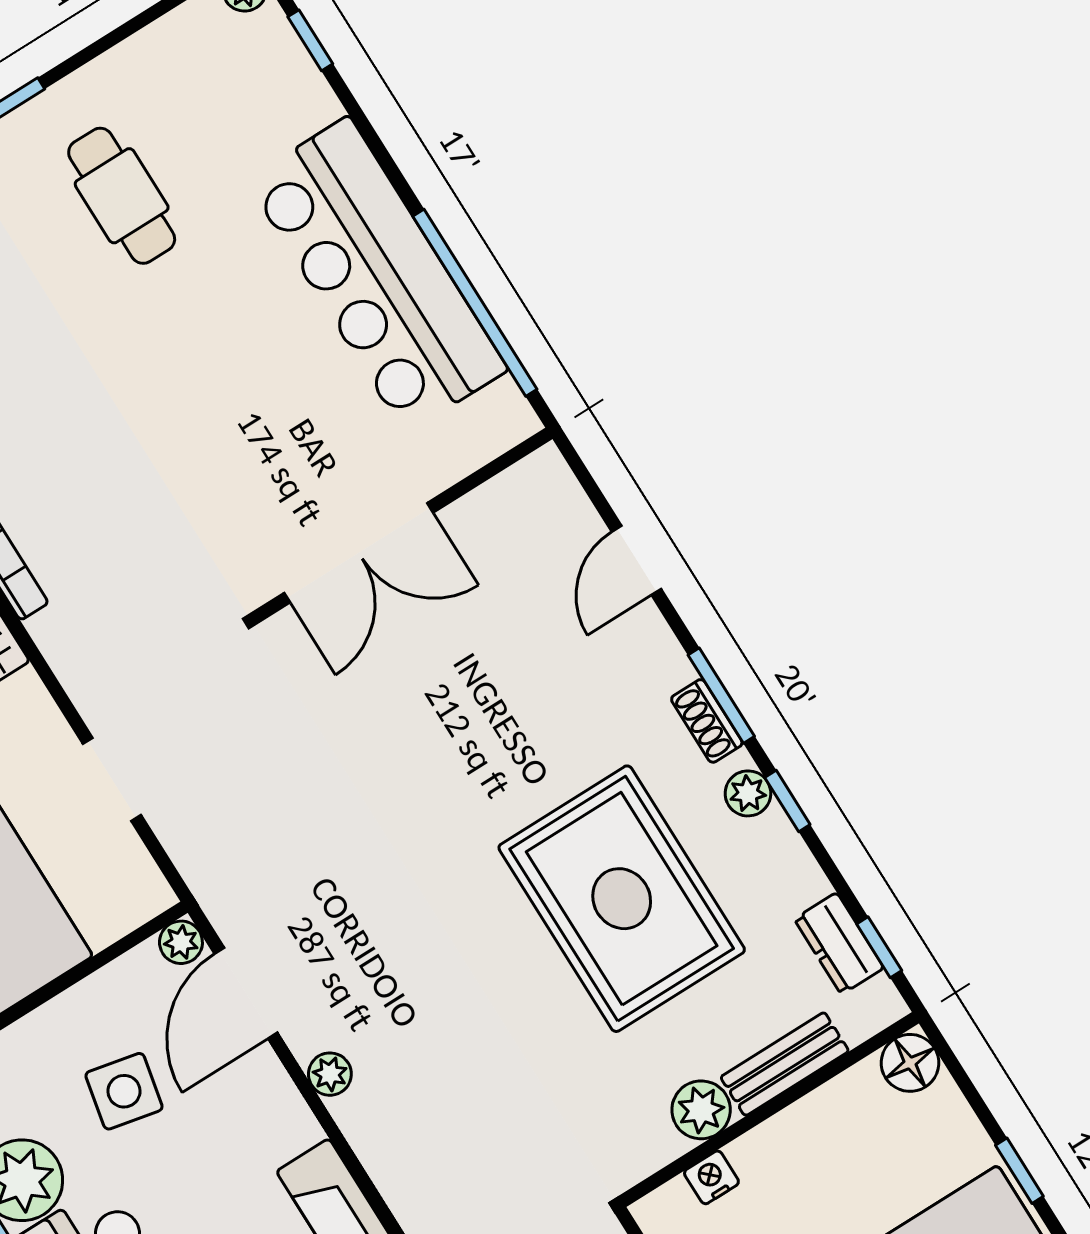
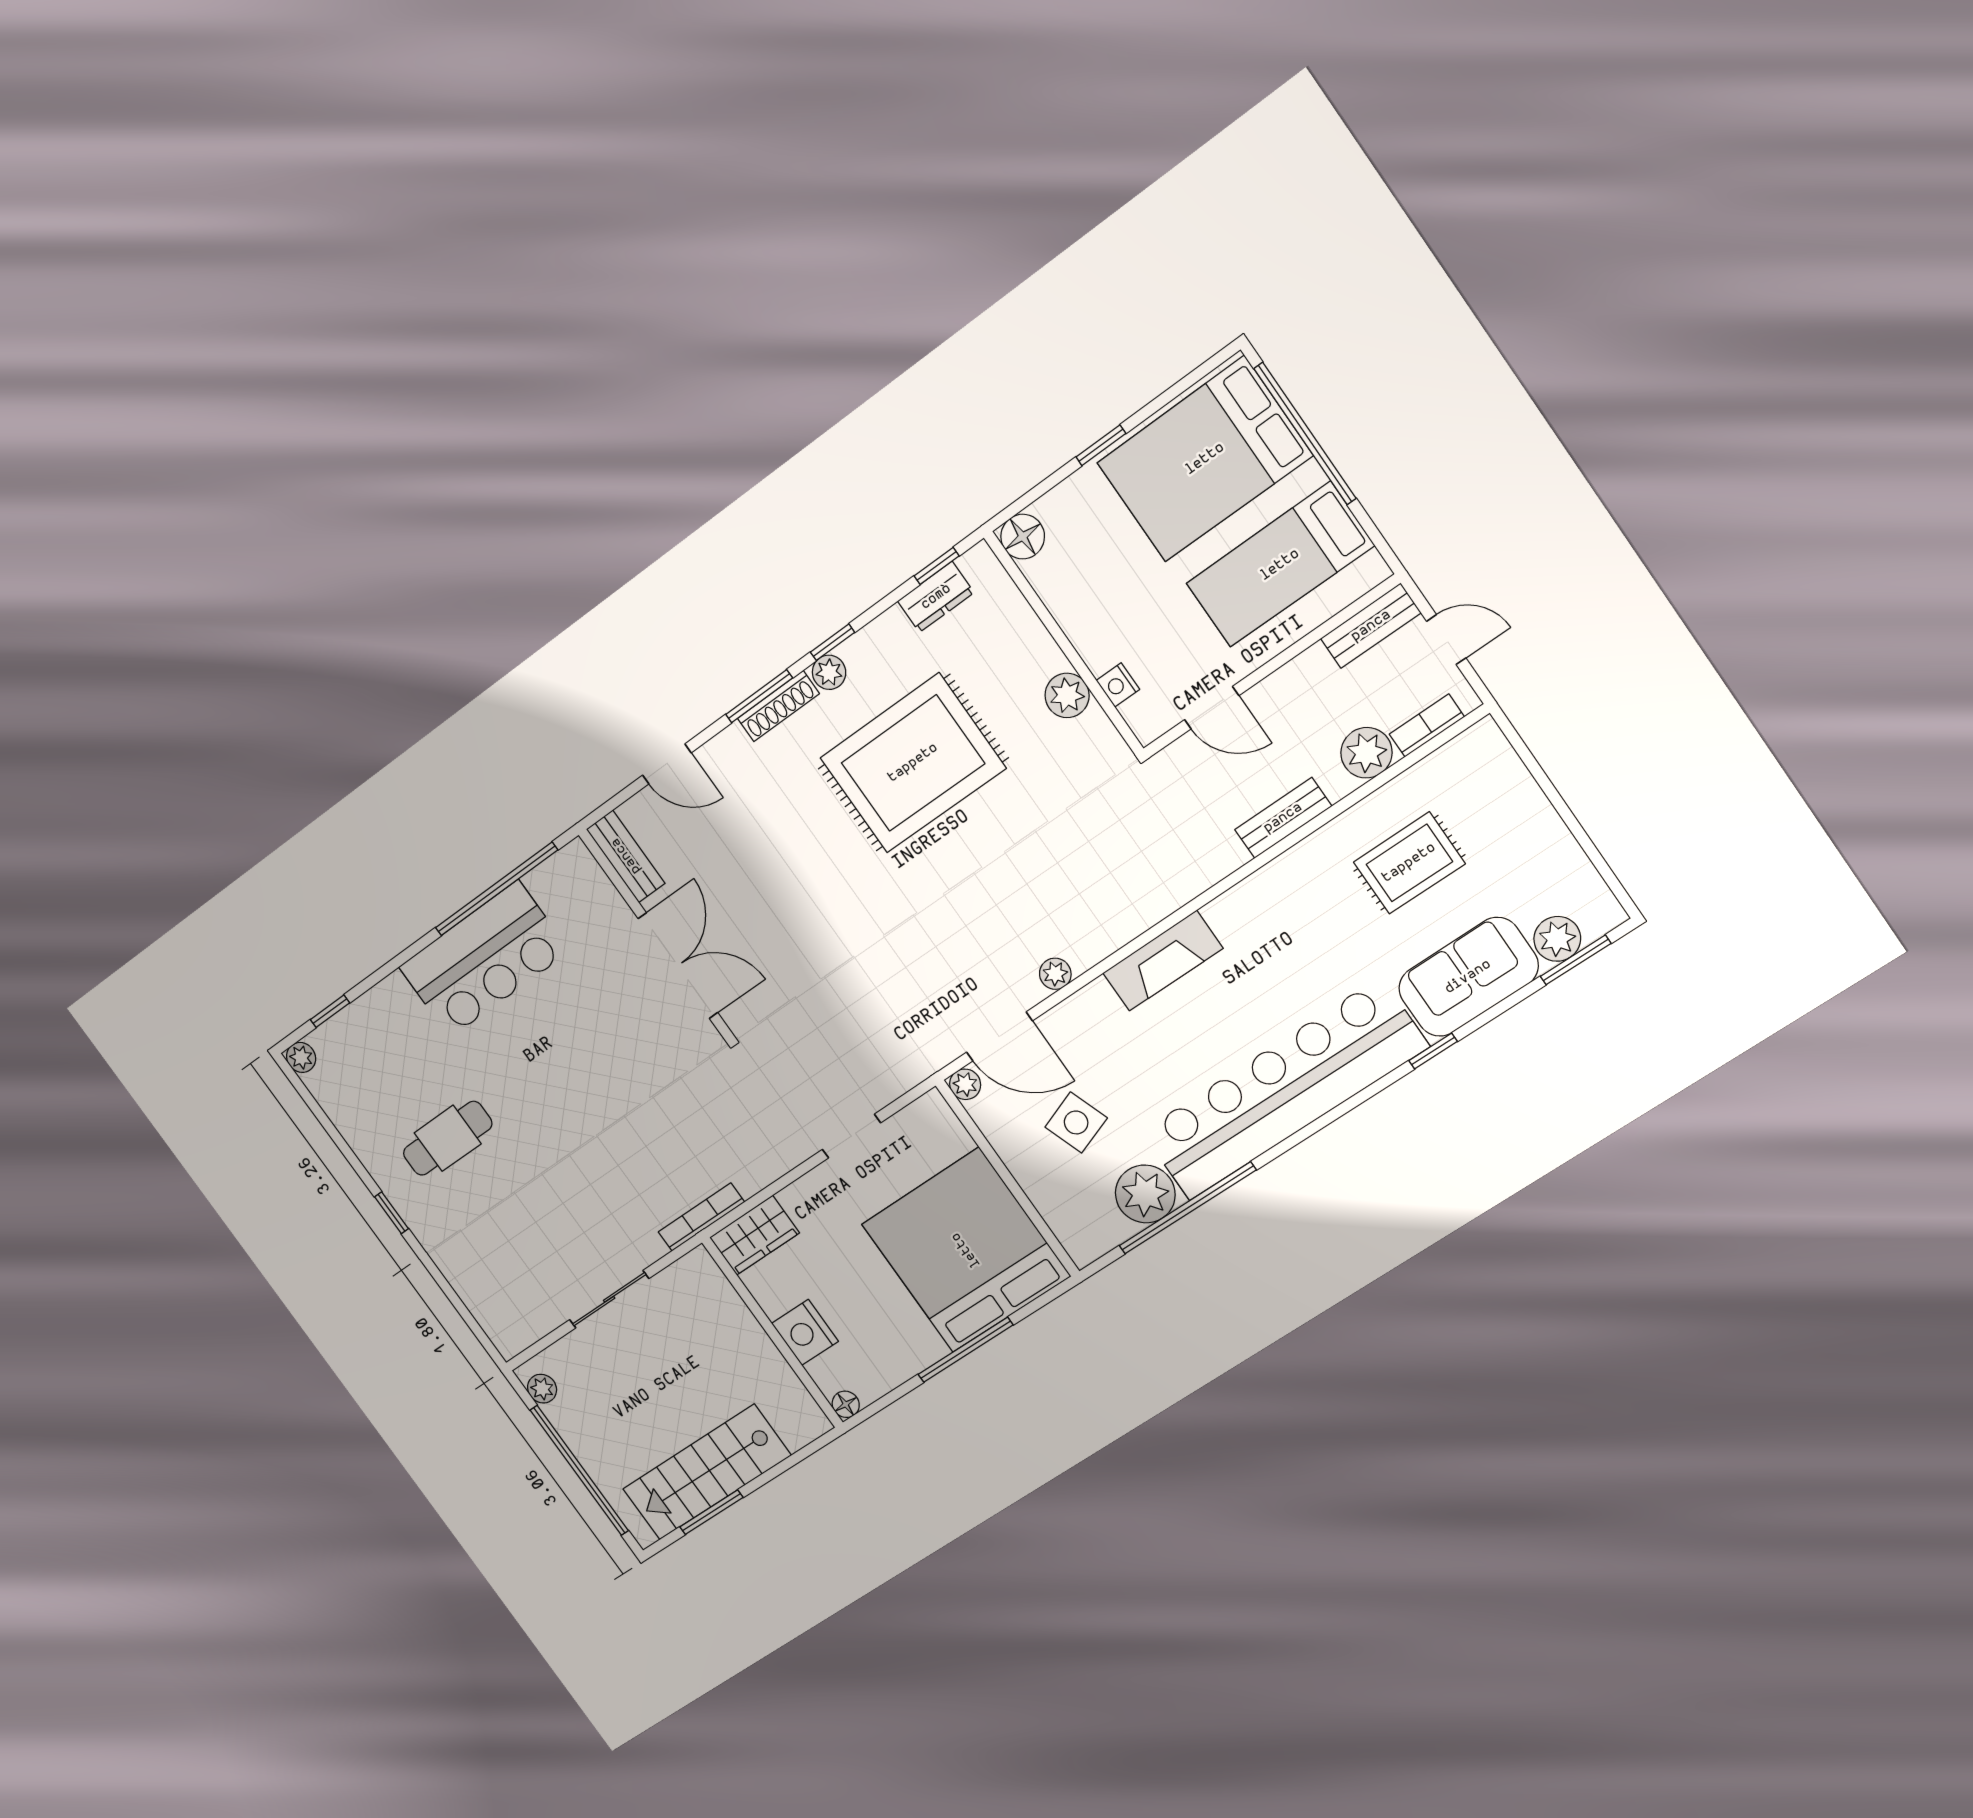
bar counter: (377, 275) -> (484, 959), width x0.73
shoe rack: (707, 721) -> (778, 706), width x1.43
bench: (785, 1064) -> (626, 856), moved
side table: (124, 1091) -> (1076, 1122), turned -32

